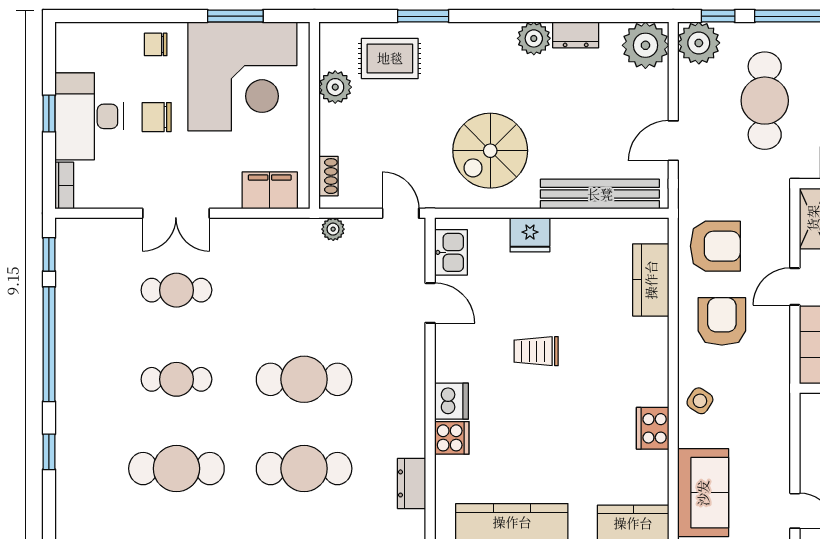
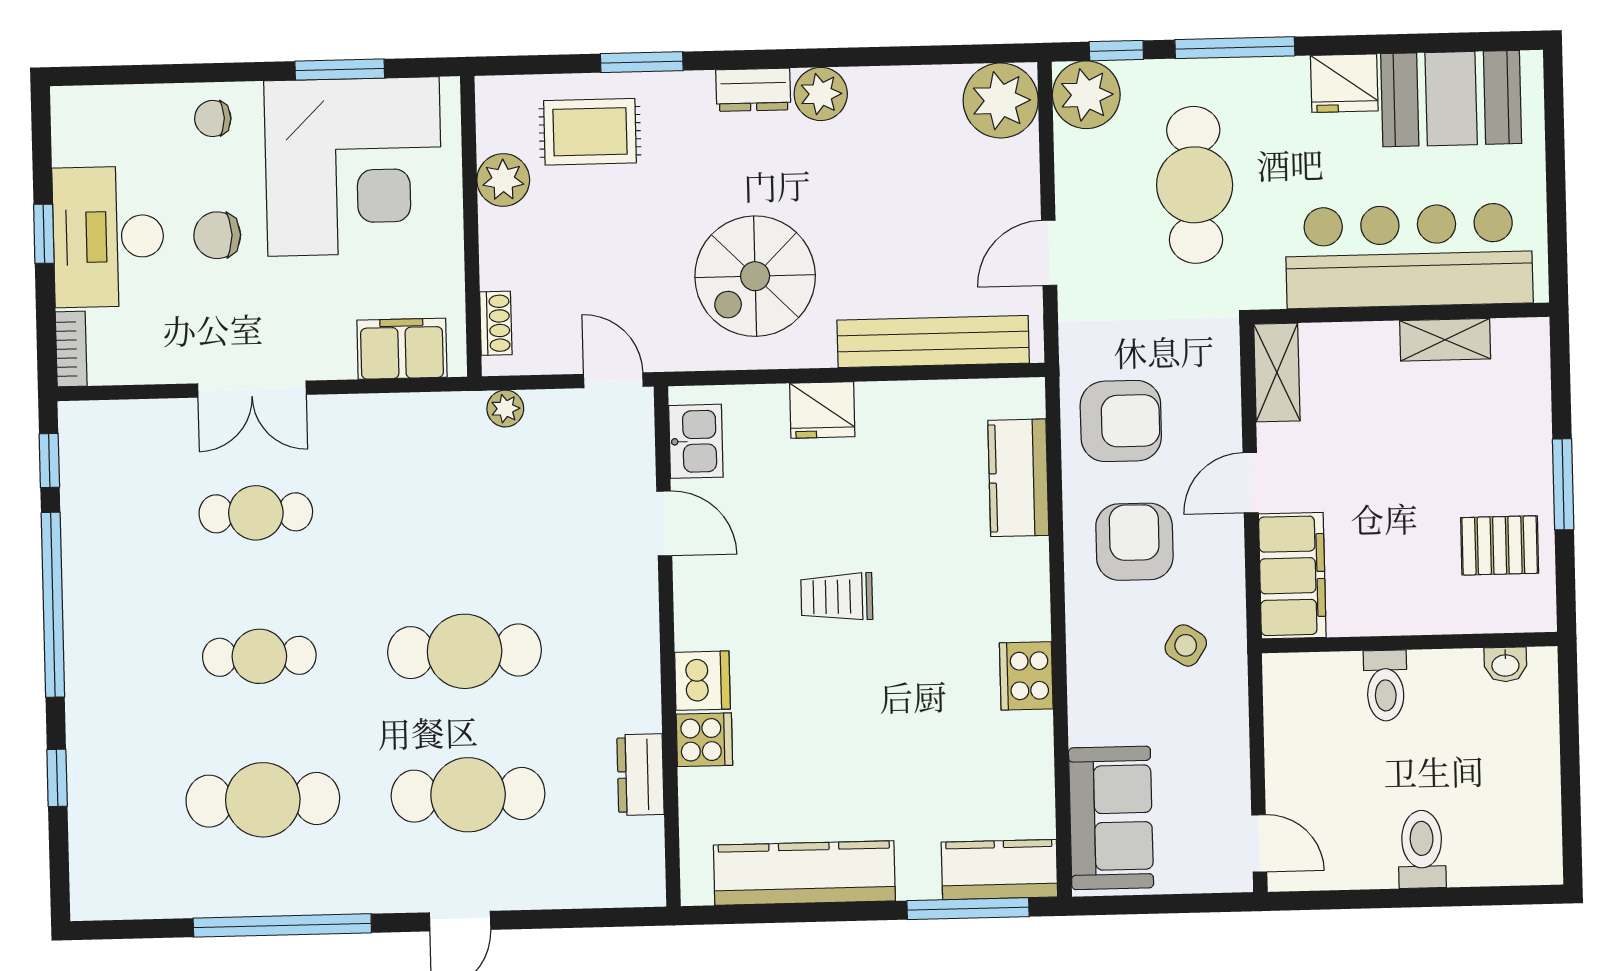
dresser: (576, 35) -> (753, 90), moved
side table: (700, 401) -> (1186, 645), moved
cooker: (653, 428) -> (1026, 676), moved
dresser: (412, 483) -> (641, 775), moved

